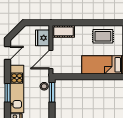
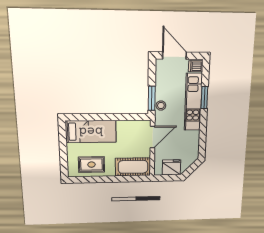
cot: (63, 31) -> (133, 167), width x1.37, depth x1.34
fridge: (42, 38) -> (171, 167), moved, turned -90
door: (7, 53) -> (202, 144), removed

